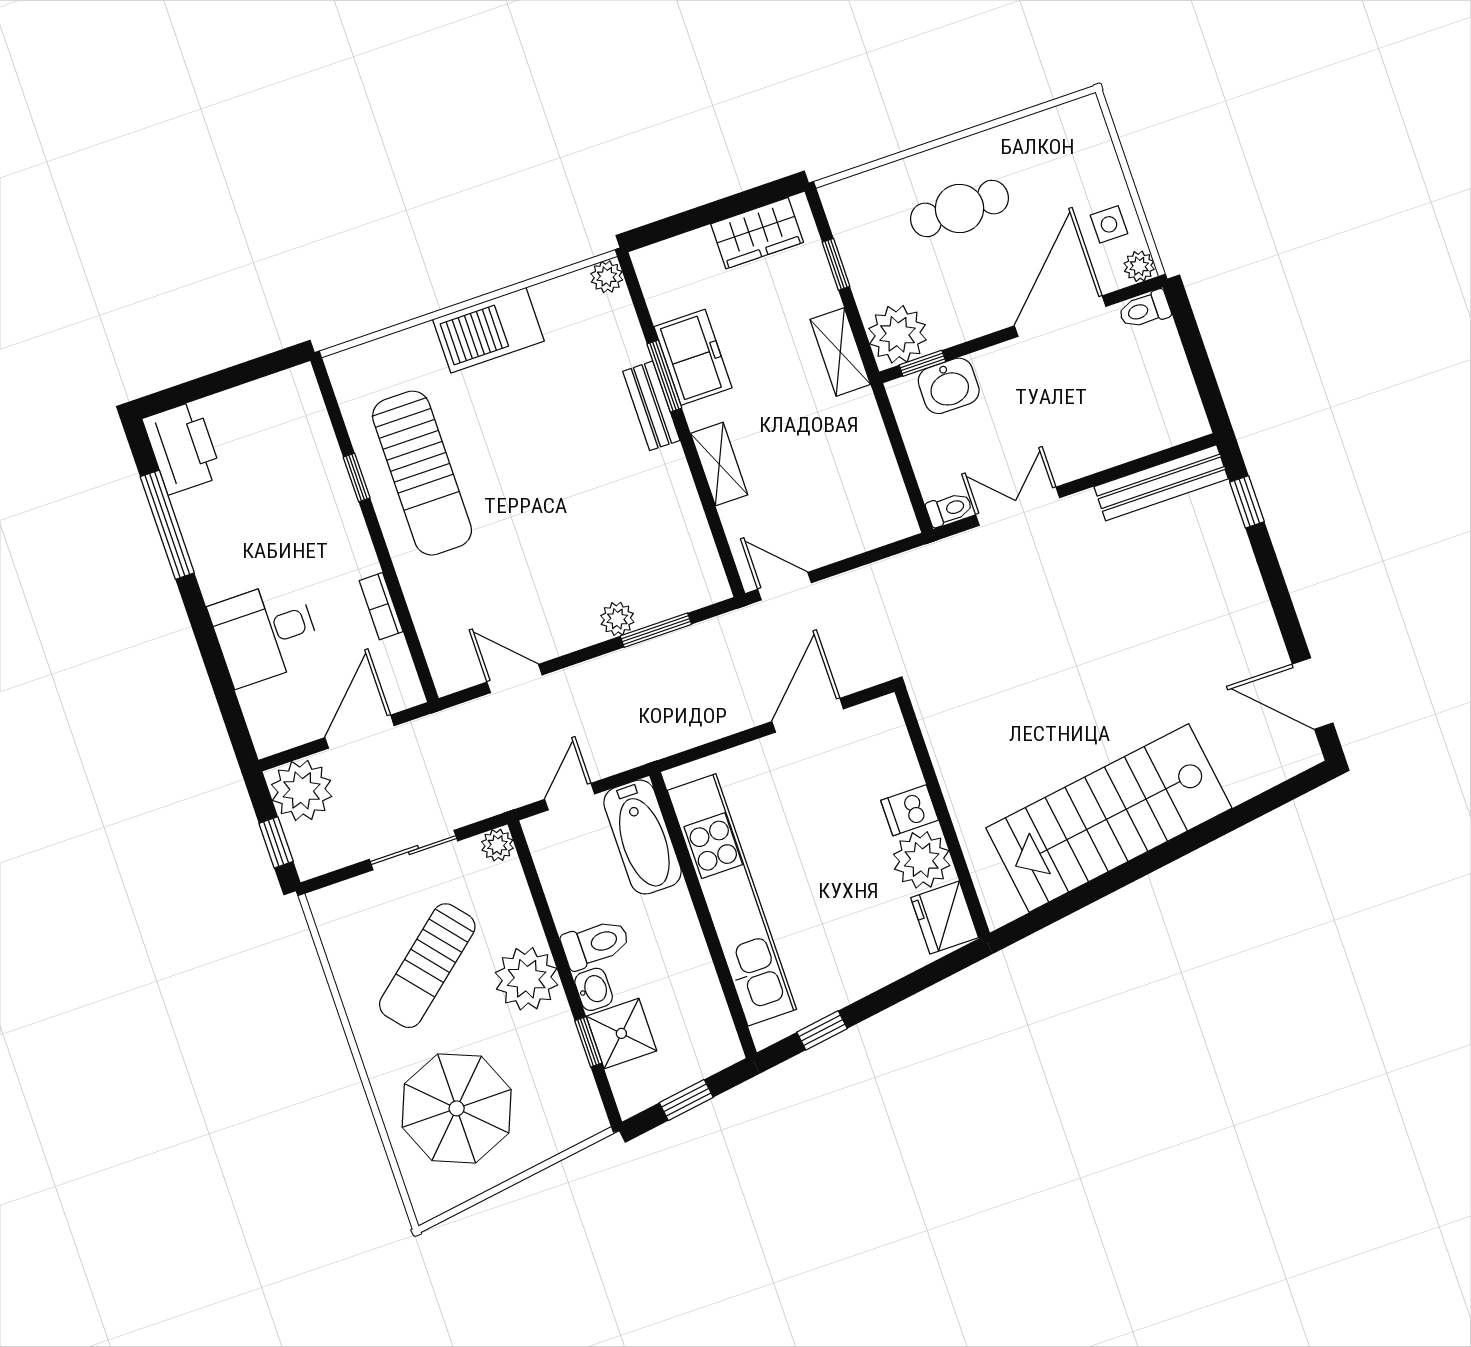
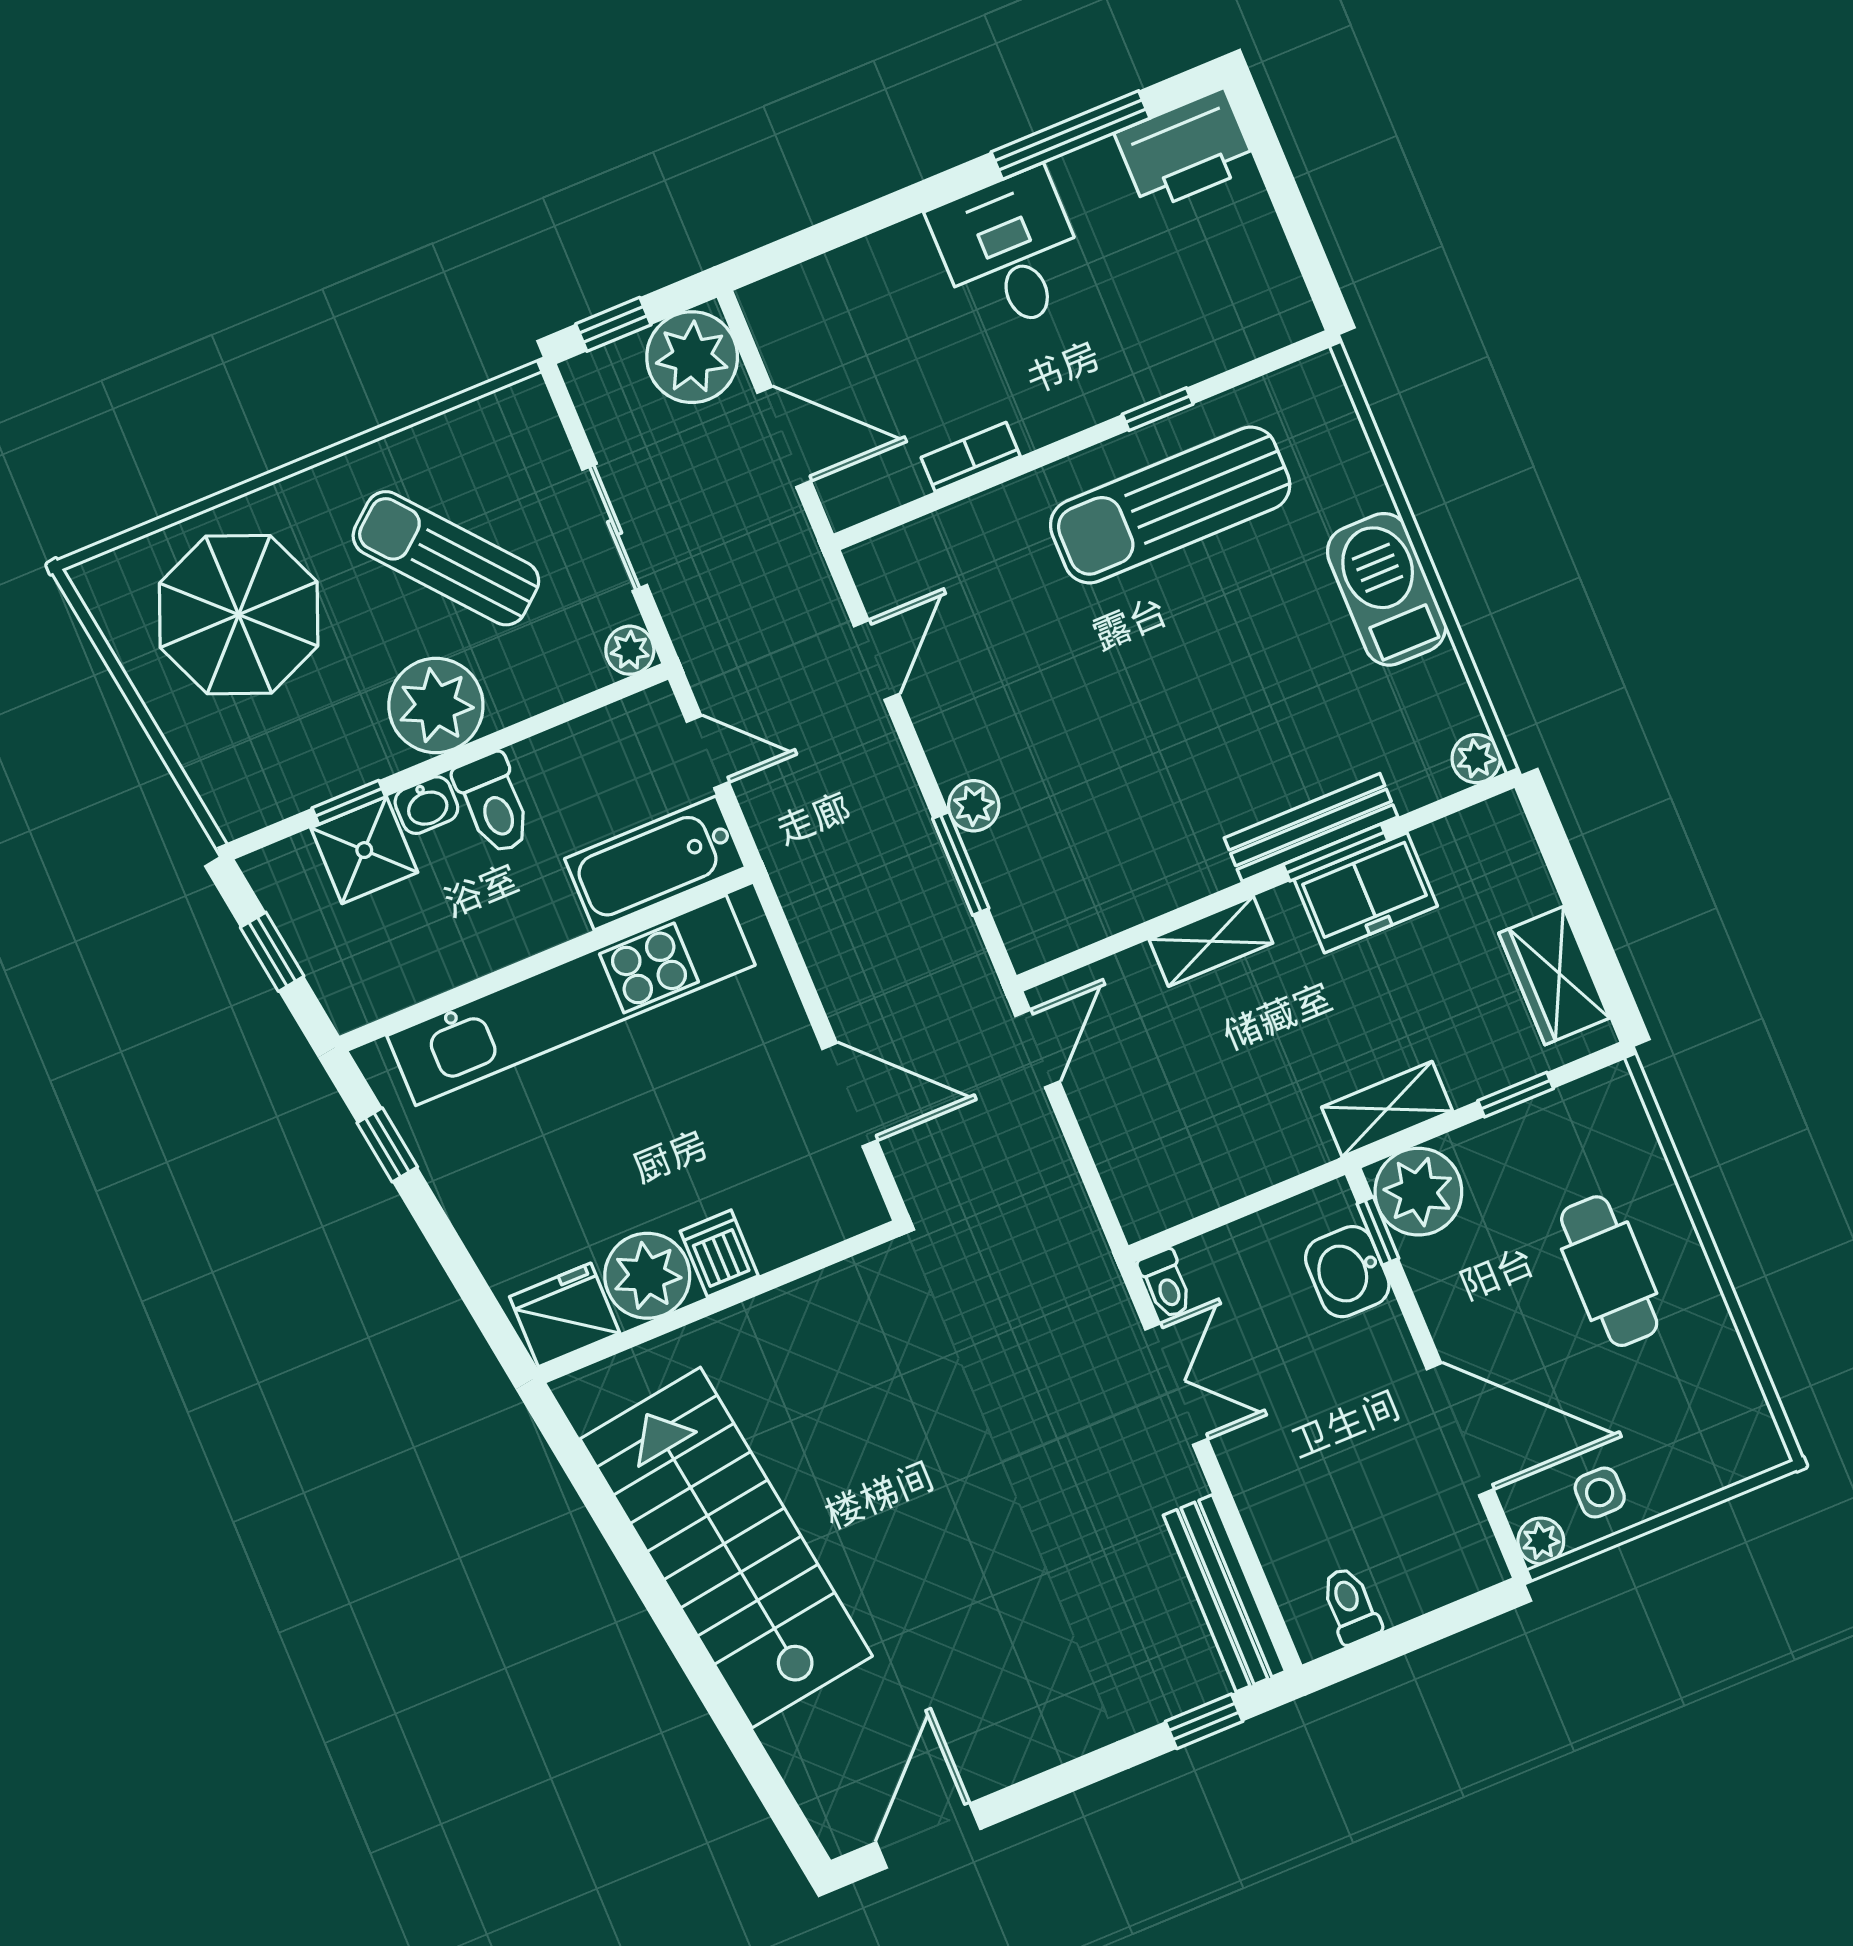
toilet: (1145, 310) -> (1350, 1605), moved
bench: (651, 406) -> (1311, 827), width x1.36
desk: (265, 633) -> (1010, 252), moved

